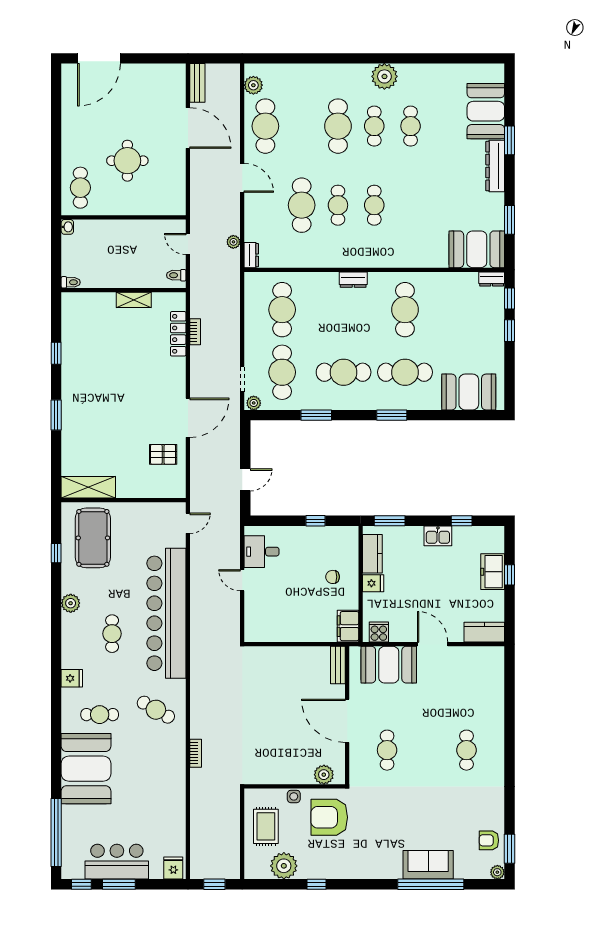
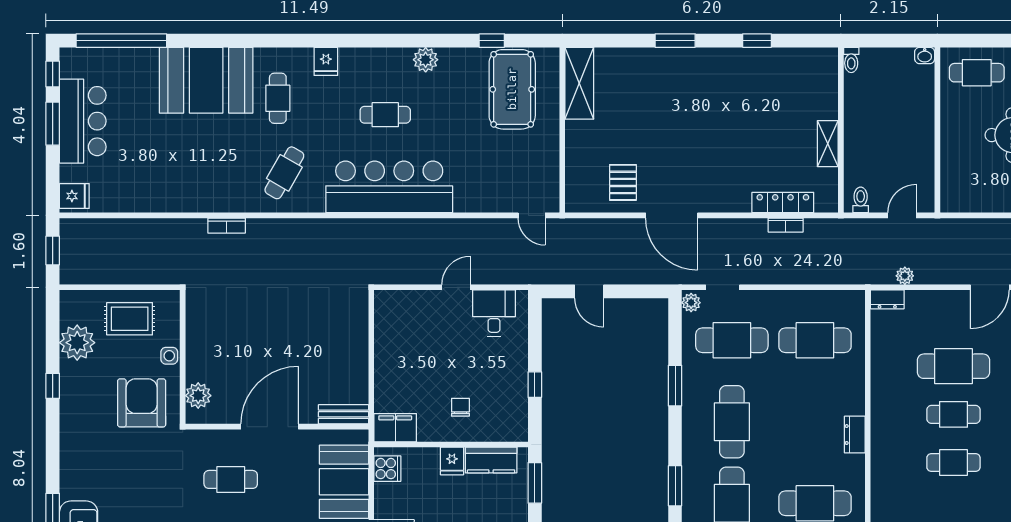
pool table: (93, 538) -> (512, 89), turned 90
bar counter: (166, 613) -> (389, 187), width x0.73

